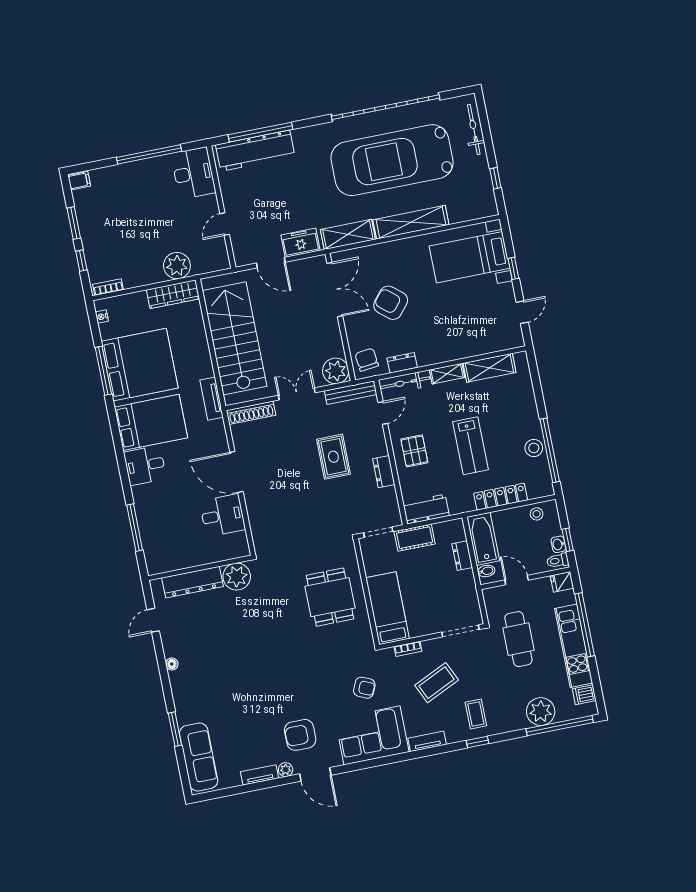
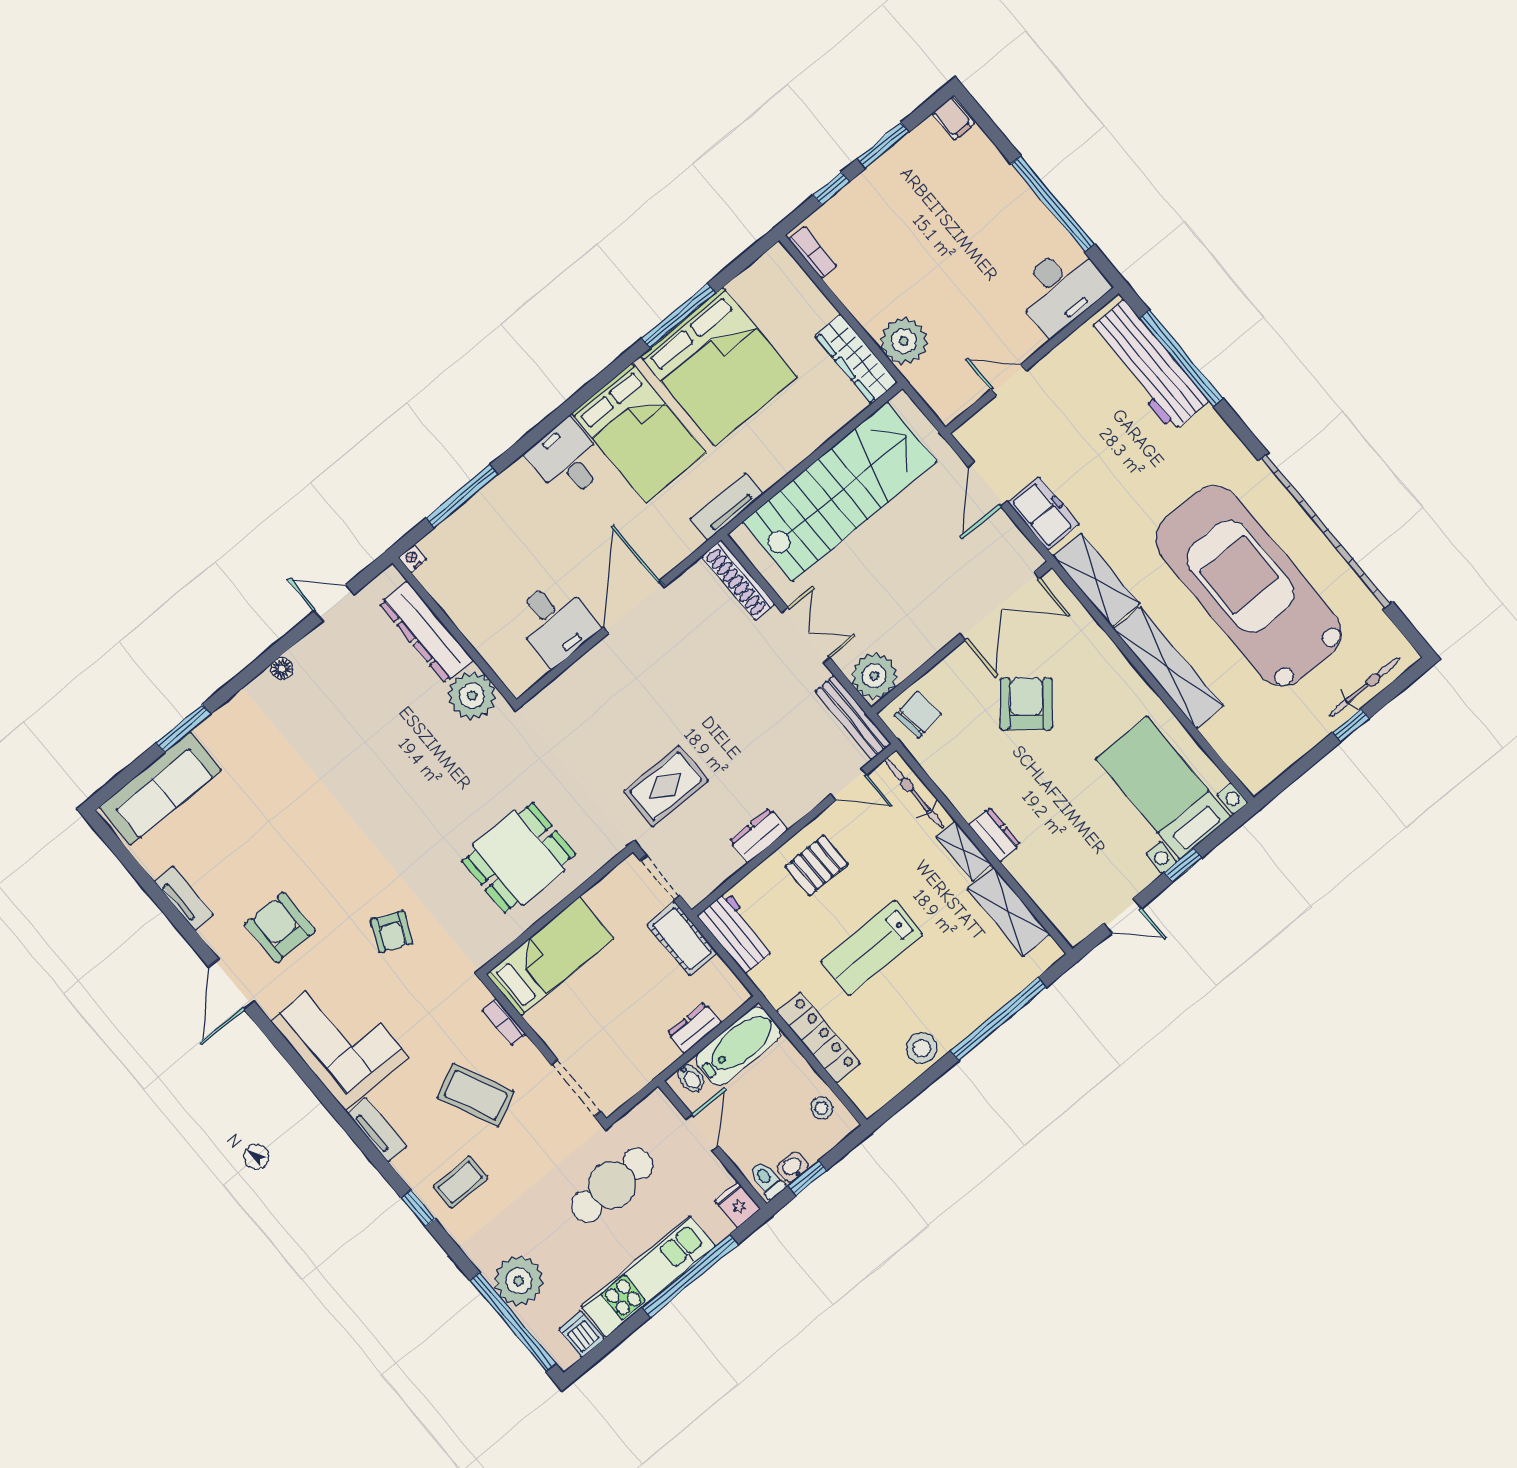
window: (495, 178) -> (1351, 726), moved
nightstand: (102, 317) -> (412, 558), moved
dresser: (402, 363) -> (995, 835), moved
window: (550, 450) -> (999, 1019), moved
rug: (333, 457) -> (666, 786), moved
armchair: (364, 688) -> (391, 932), moved
plant: (286, 770) -> (214, 934), removed

